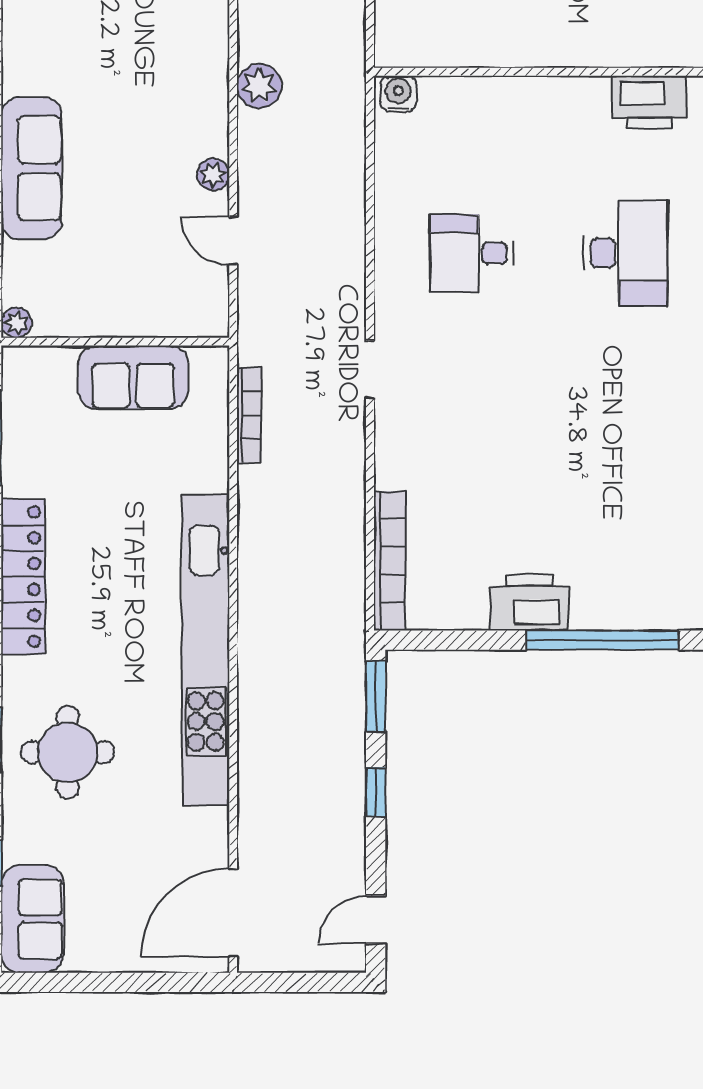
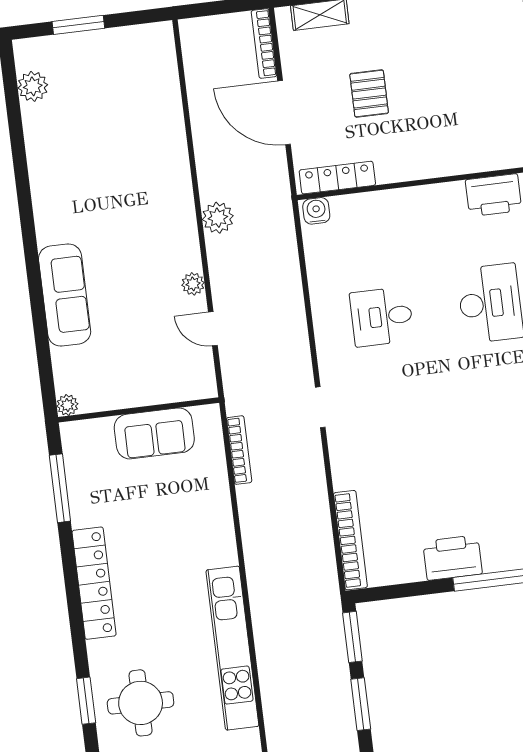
locker: (433, 51) -> (337, 178), added
kitchen unit: (206, 650) -> (232, 648), width x0.73
window: (376, 792) -> (361, 704), width x1.50

